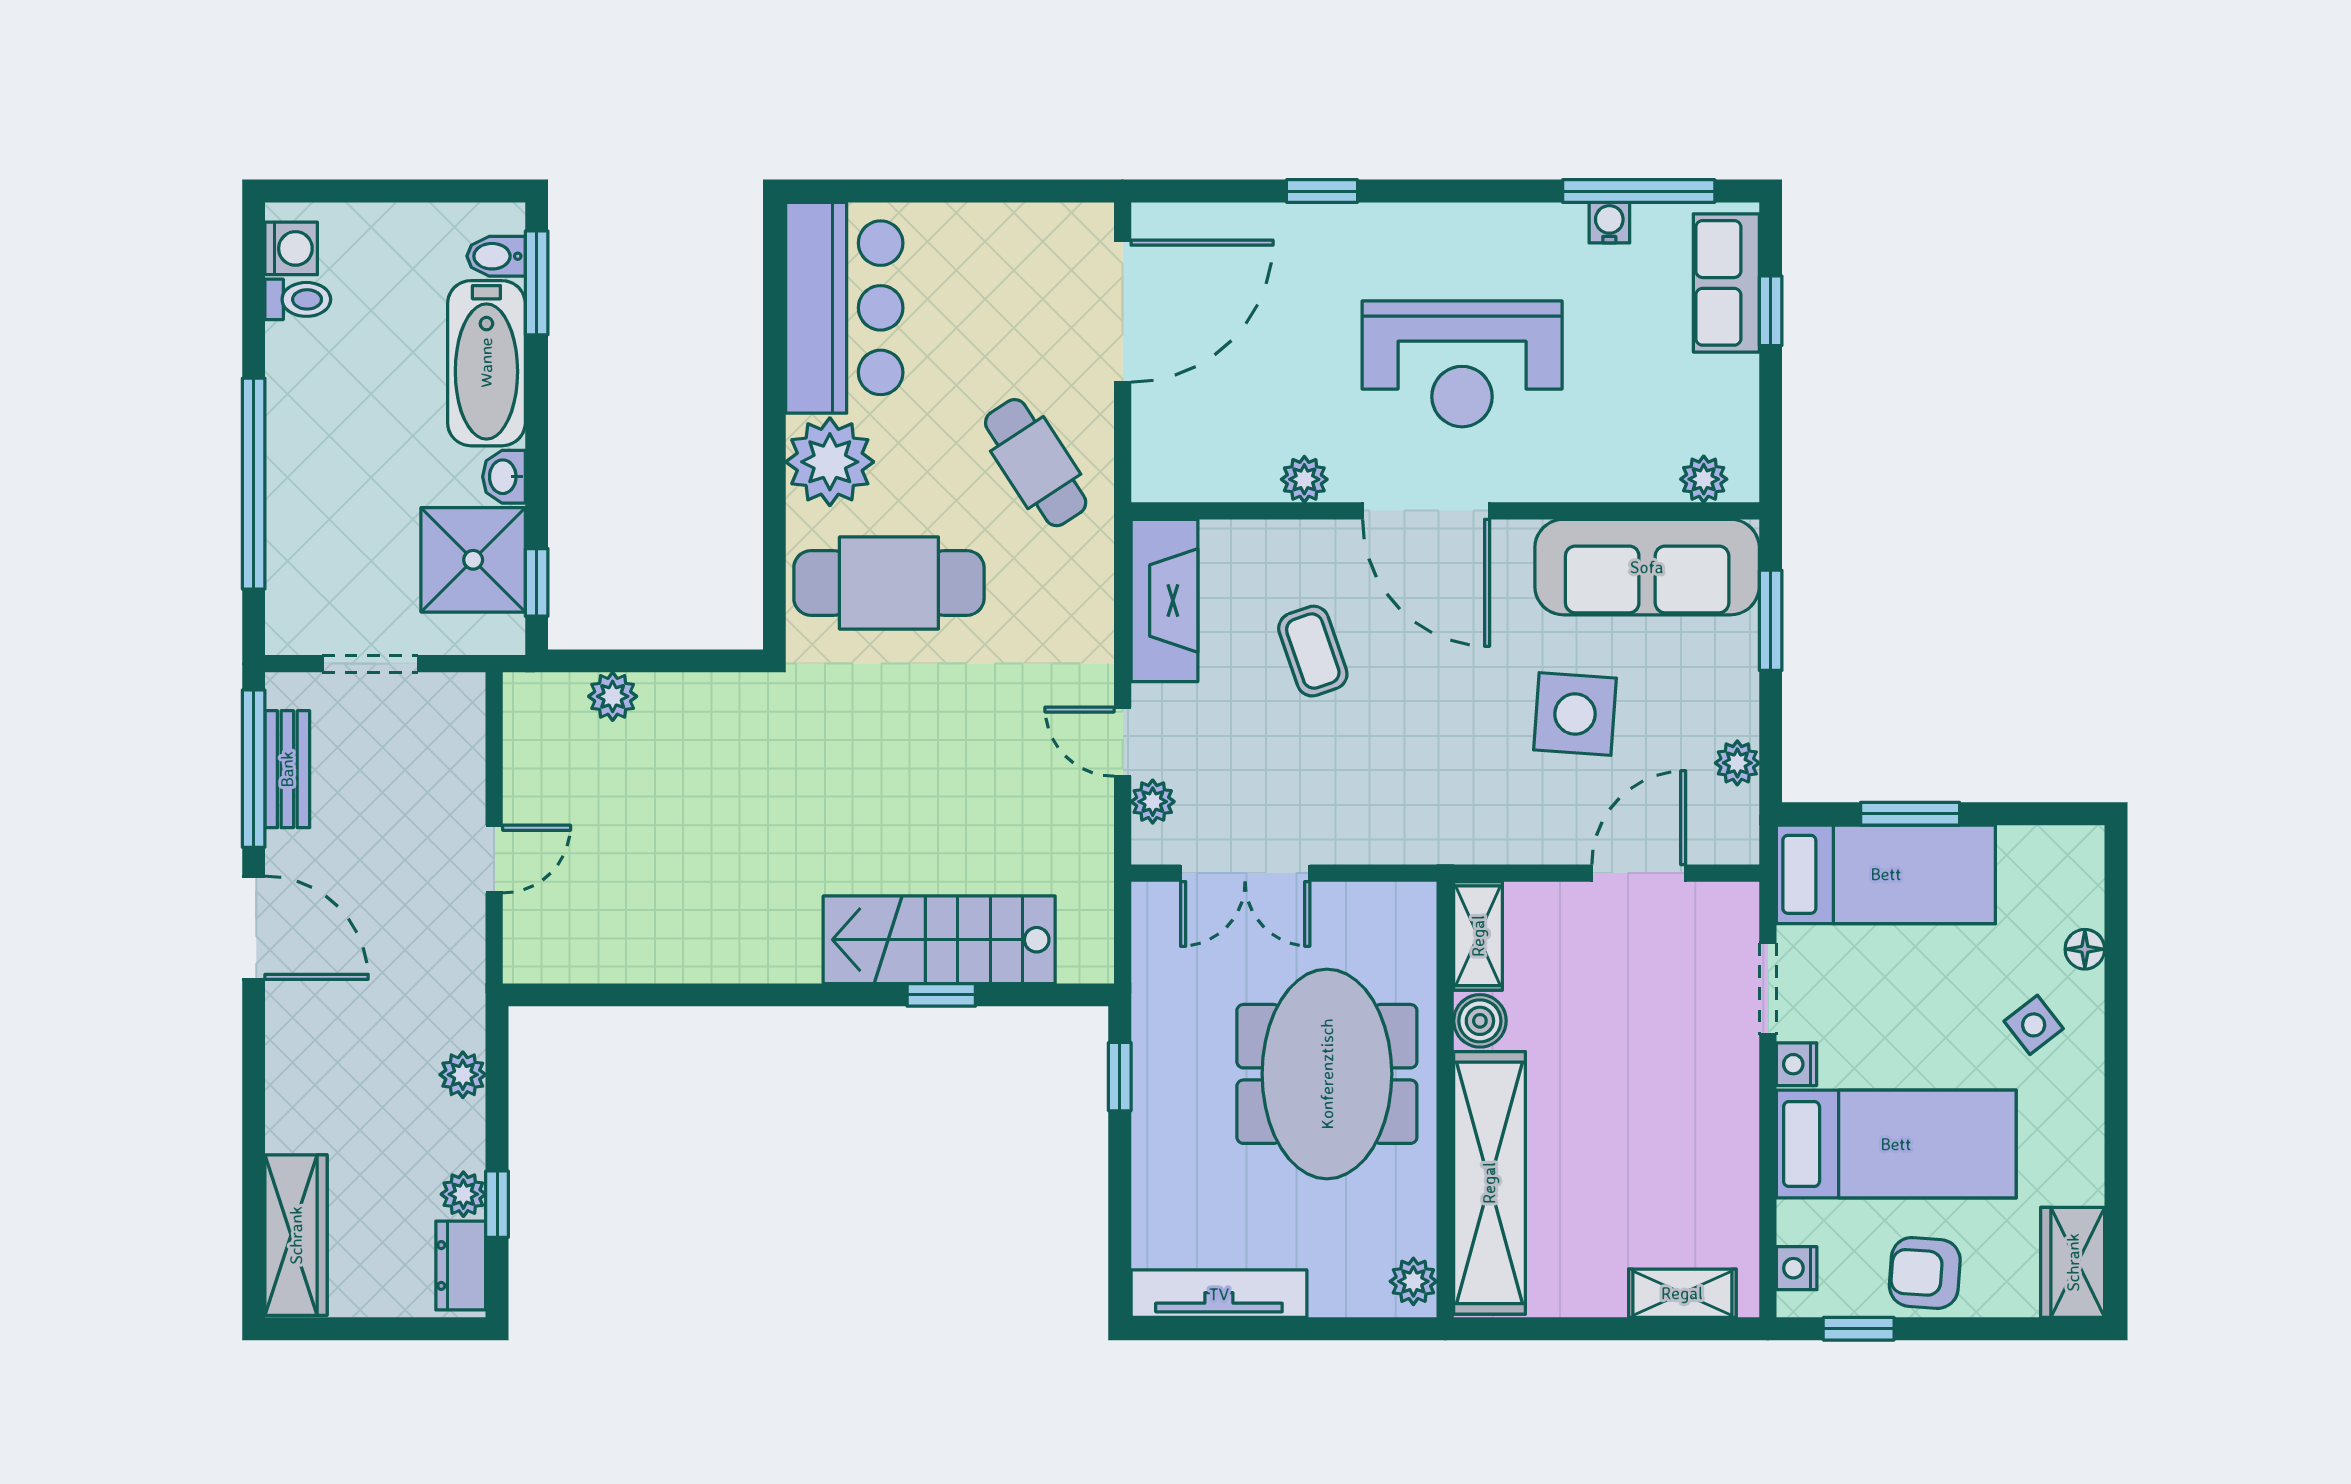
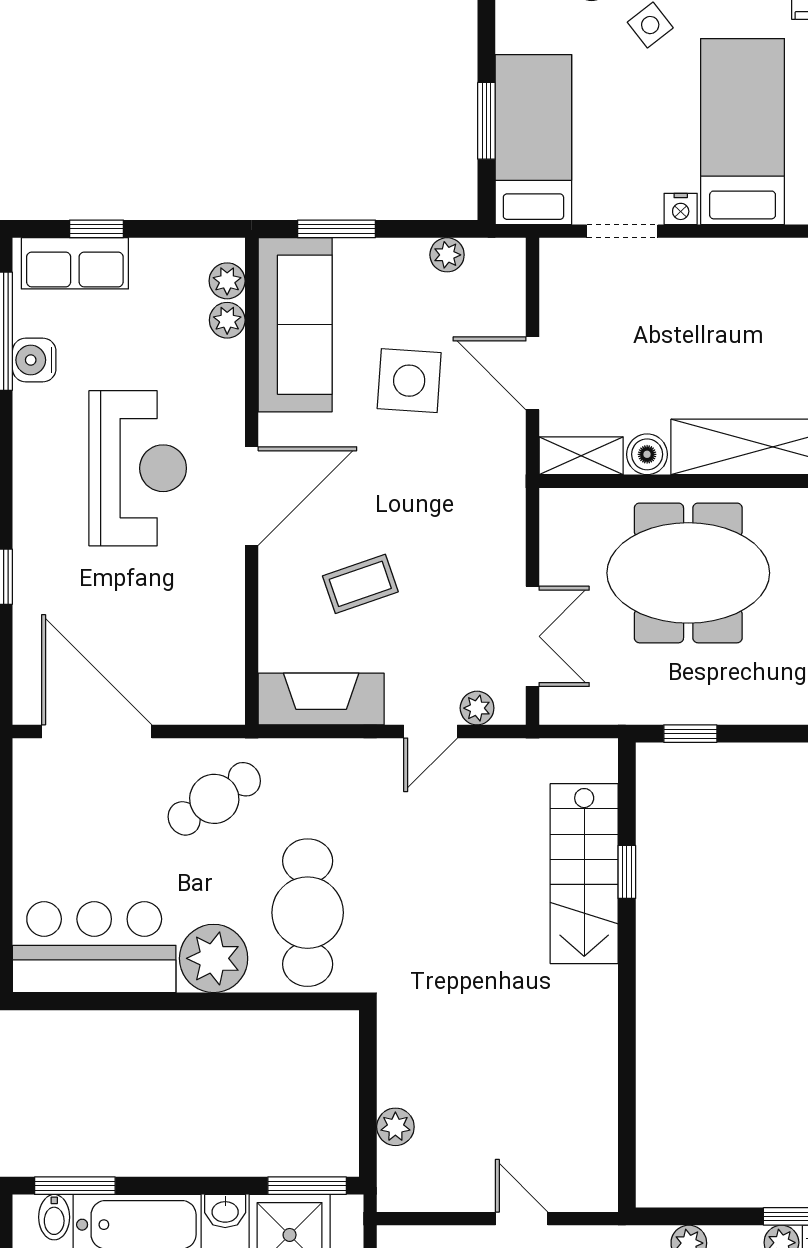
water cooler: (1609, 223) -> (34, 360), width x1.38, depth x1.38
plant: (1304, 479) -> (227, 320), moved
window: (537, 582) -> (307, 1186), width x1.50
door: (1639, 873) -> (533, 373), moved

